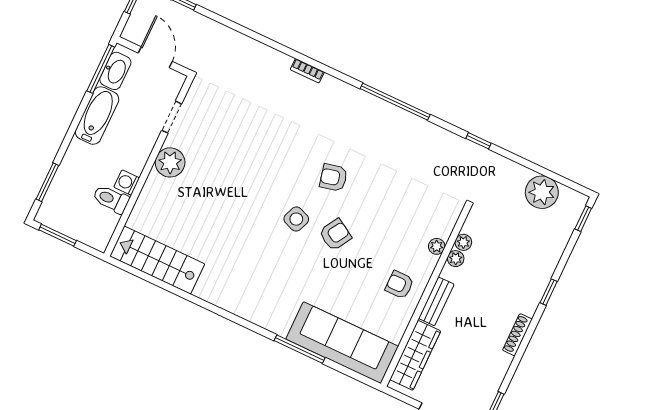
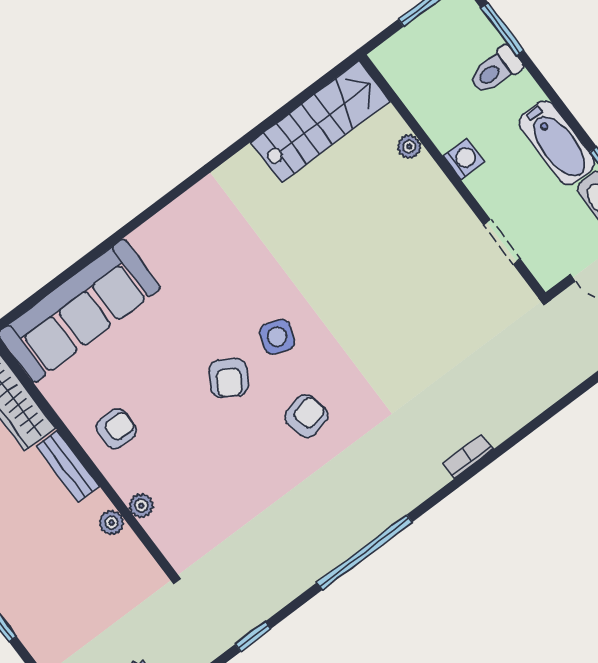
plant: (170, 162) -> (409, 147), moved, width x0.53, depth x0.53
washing machine: (127, 182) -> (464, 159), moved
toilet: (111, 199) -> (495, 70), moved, turned 180
plant: (463, 242) -> (128, 544), removed
window: (300, 349) -> (100, 249), removed

